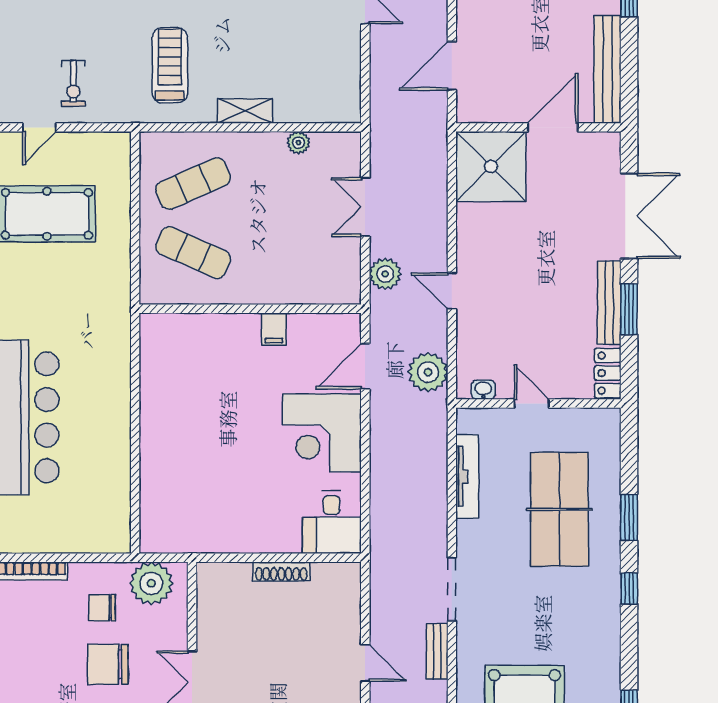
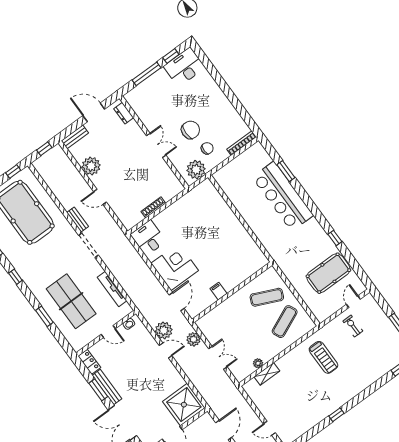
shelving: (245, 111) -> (267, 374), moved
plant: (428, 372) -> (164, 330), moved
window: (629, 589) -> (15, 277), moved

